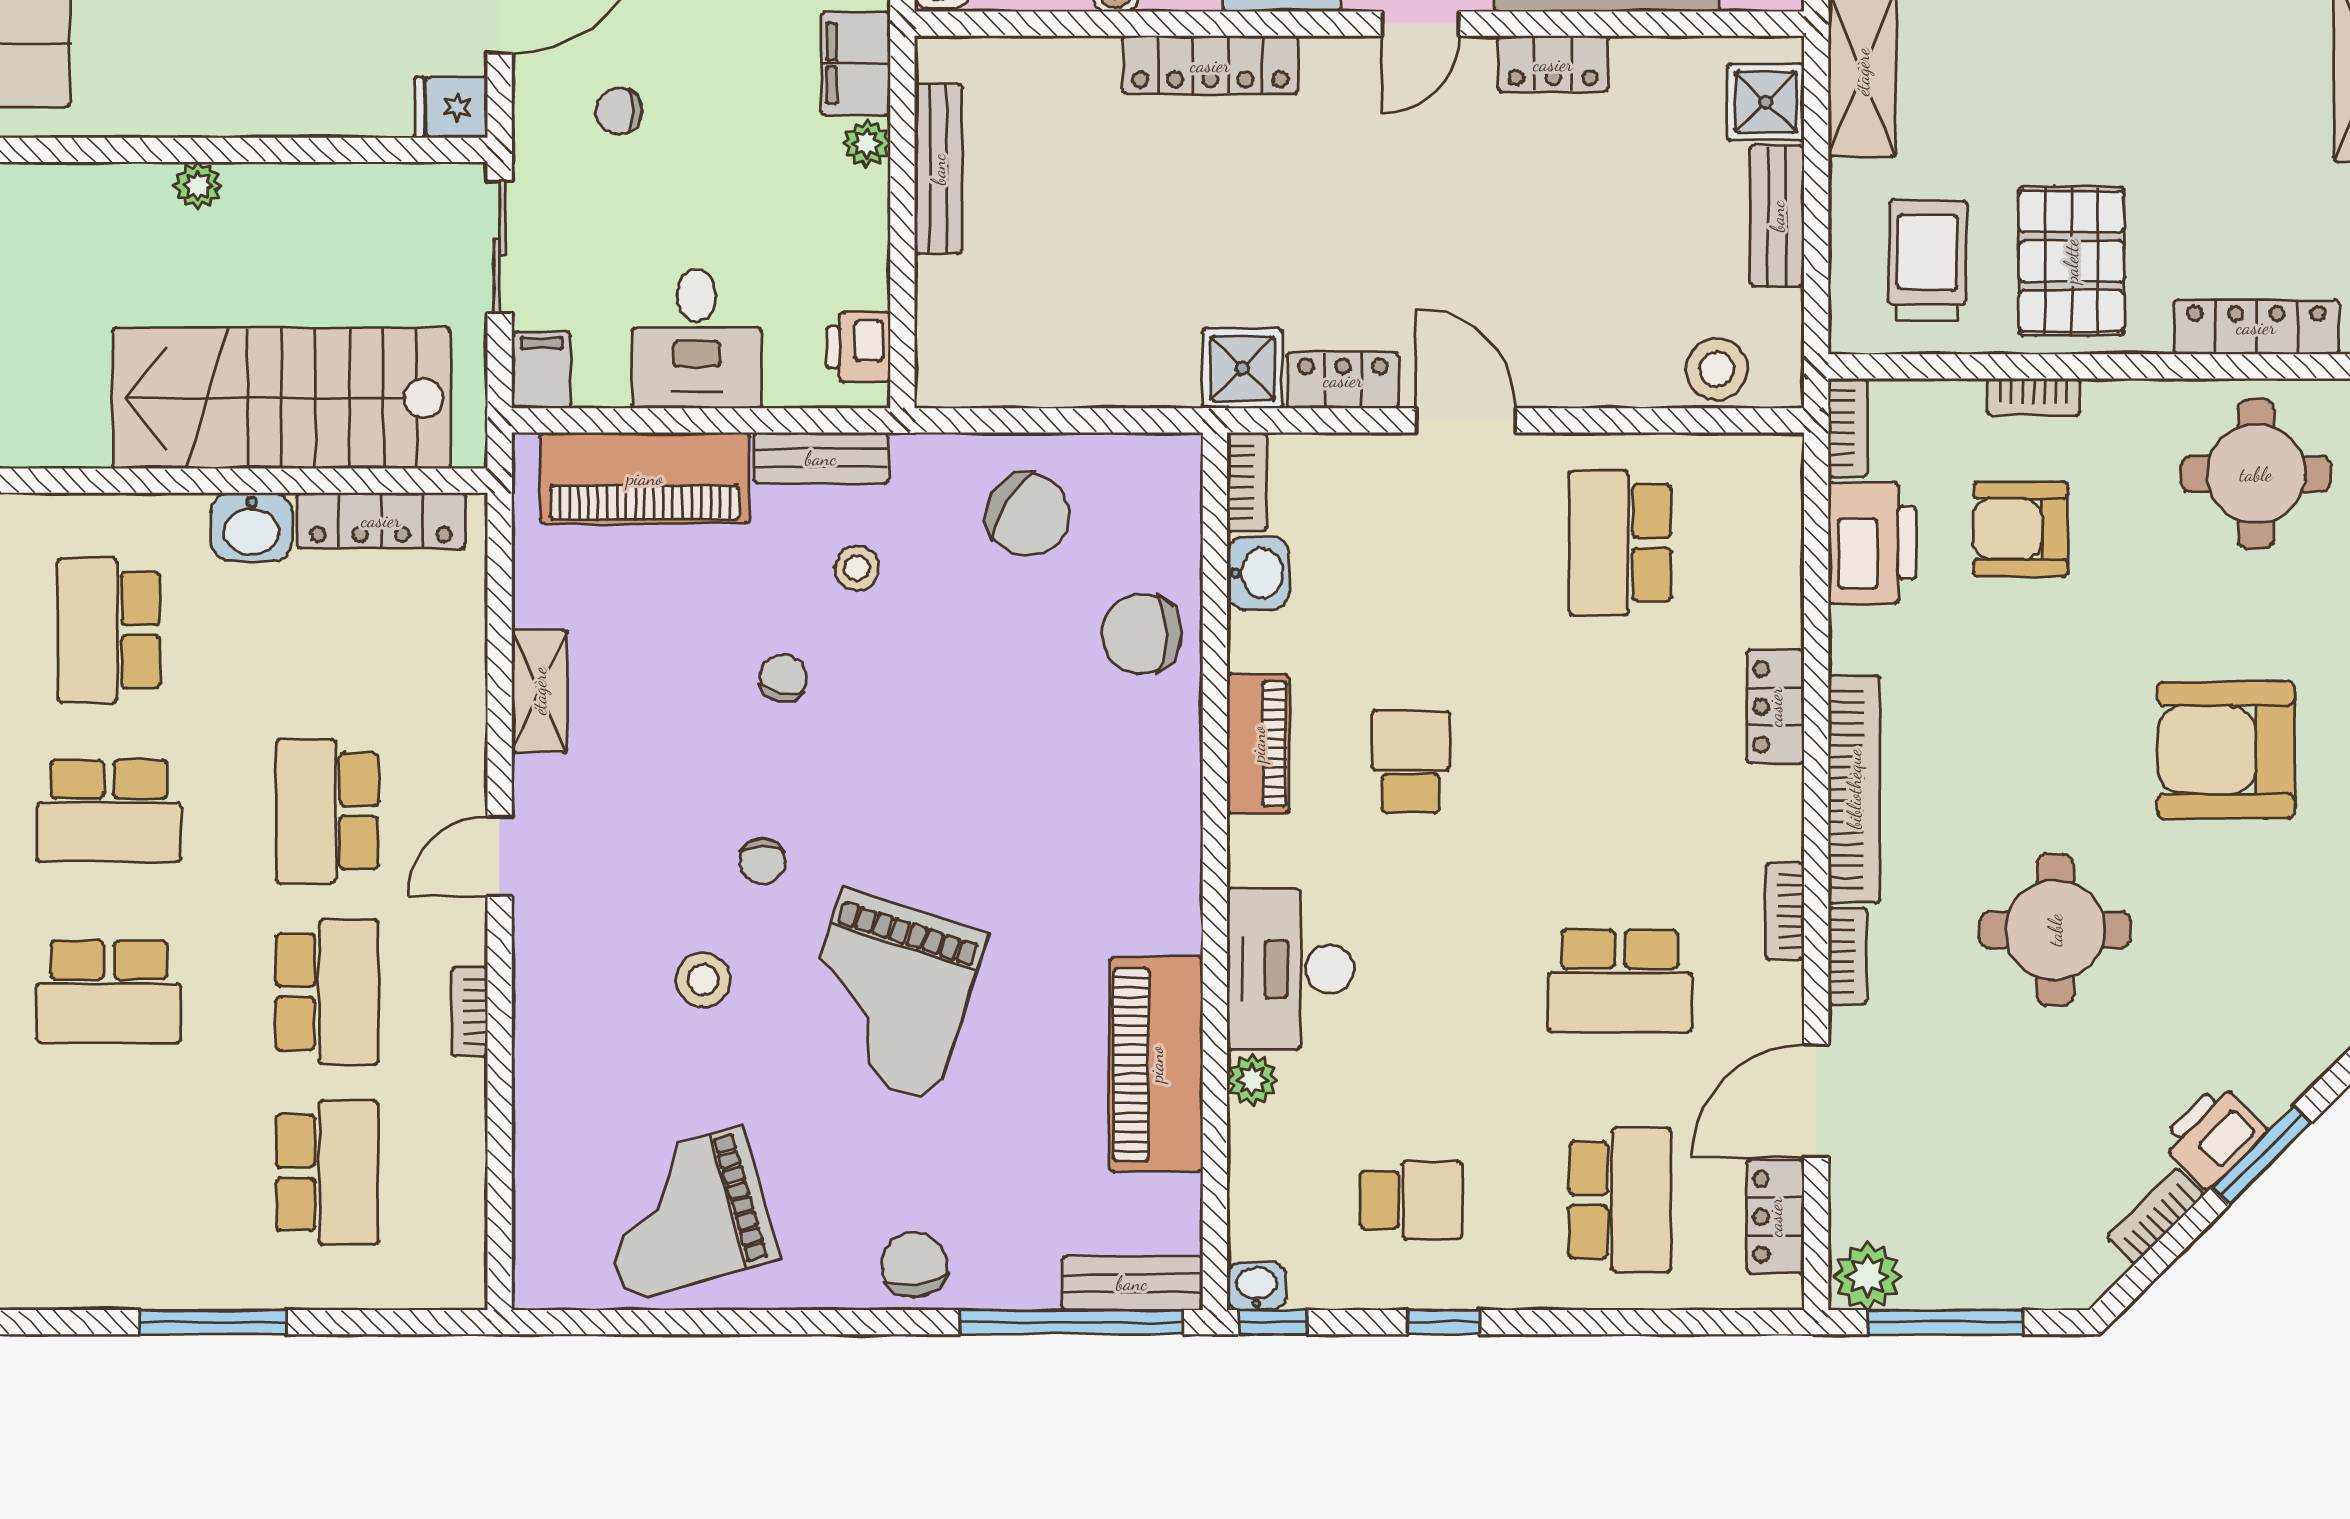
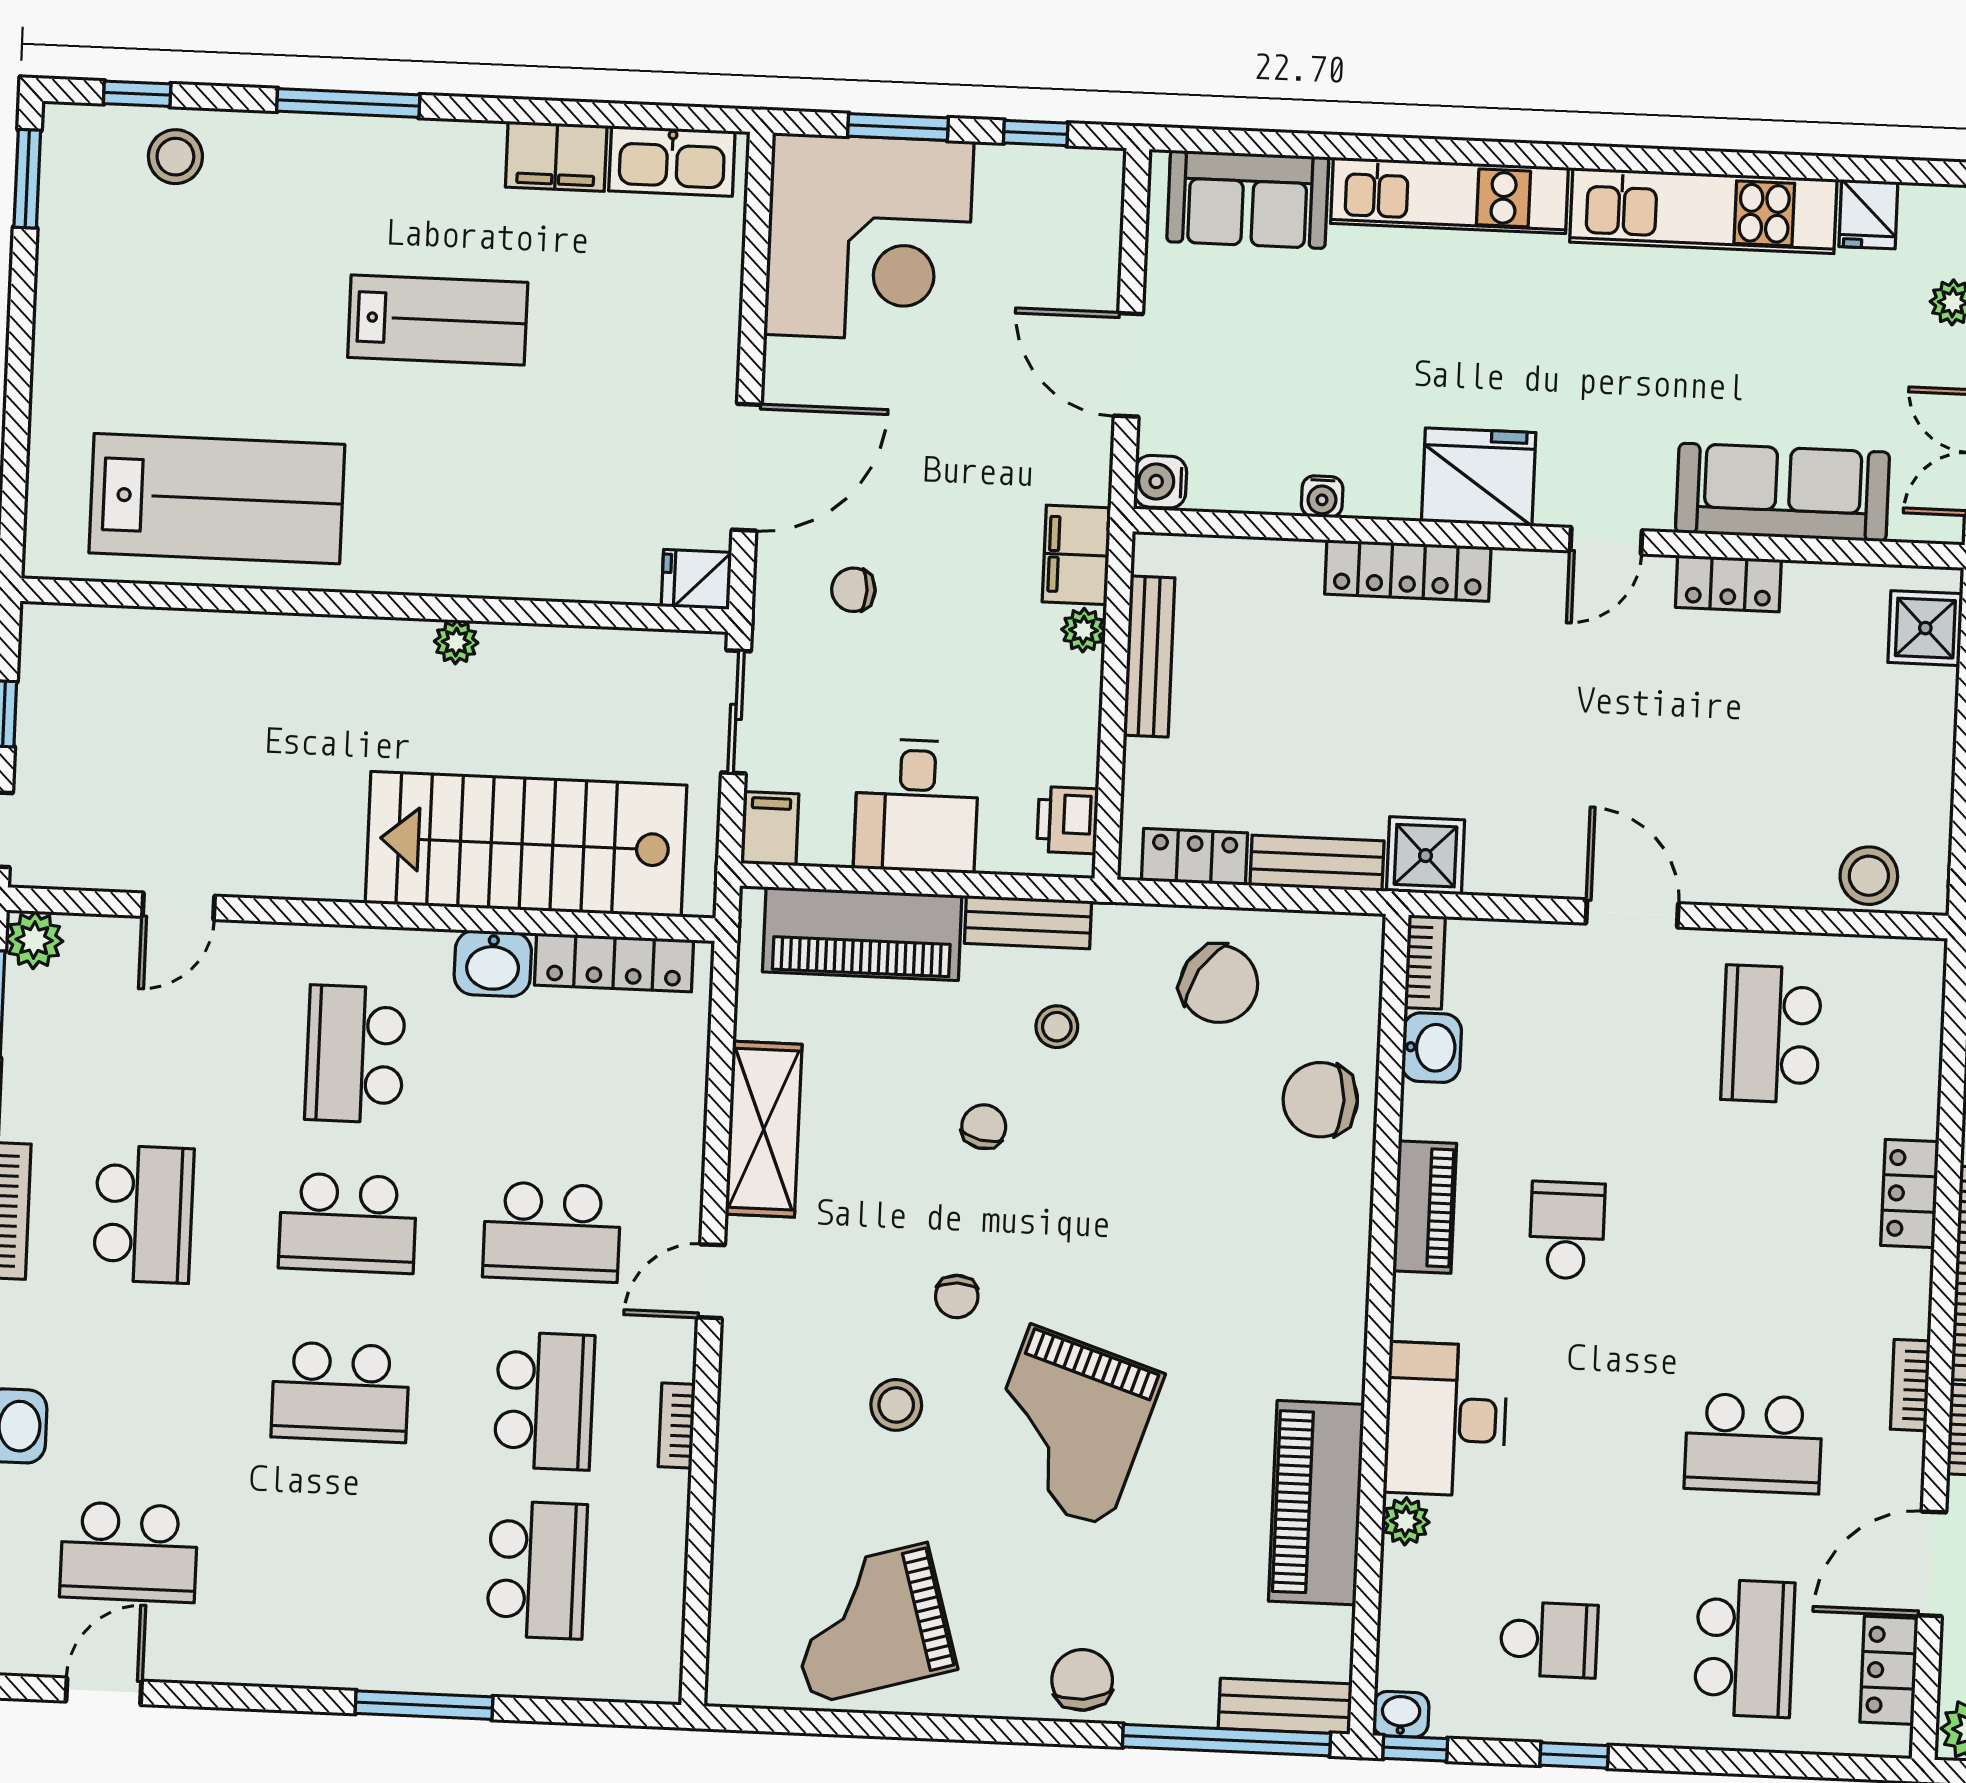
bench: (1777, 216) -> (1317, 863), moved, turned 90
locker: (1343, 380) -> (1195, 857), moved
shelving: (539, 691) -> (764, 1129), width x1.50, depth x1.33
school desk: (327, 811) -> (552, 1232), turned -90

